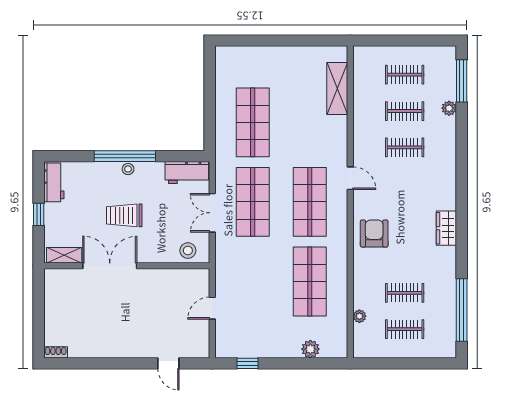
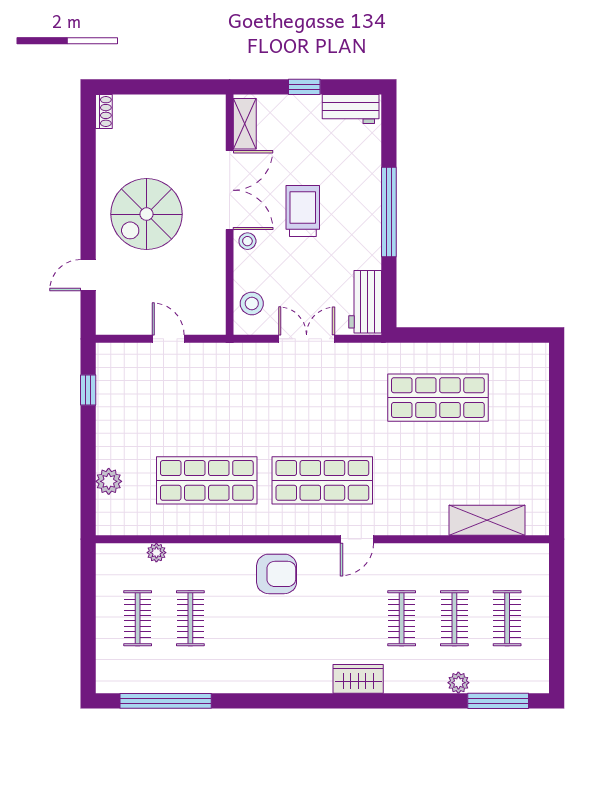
stool: (128, 169) -> (247, 241), moved
shop shelf: (253, 202) -> (322, 398), removed
wardrobe: (446, 228) -> (358, 679), moved
spiral stairs: (126, 323) -> (147, 214), added

